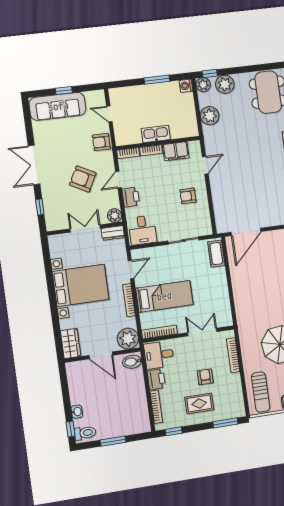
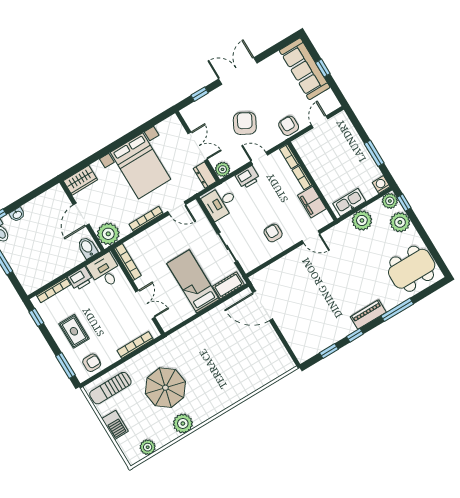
kitchen sink: (156, 134) -> (349, 202), moved, turned -90
bed: (164, 296) -> (193, 281), moved, turned 180
armchair: (205, 377) -> (92, 363), moved

